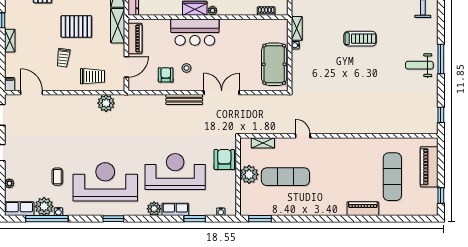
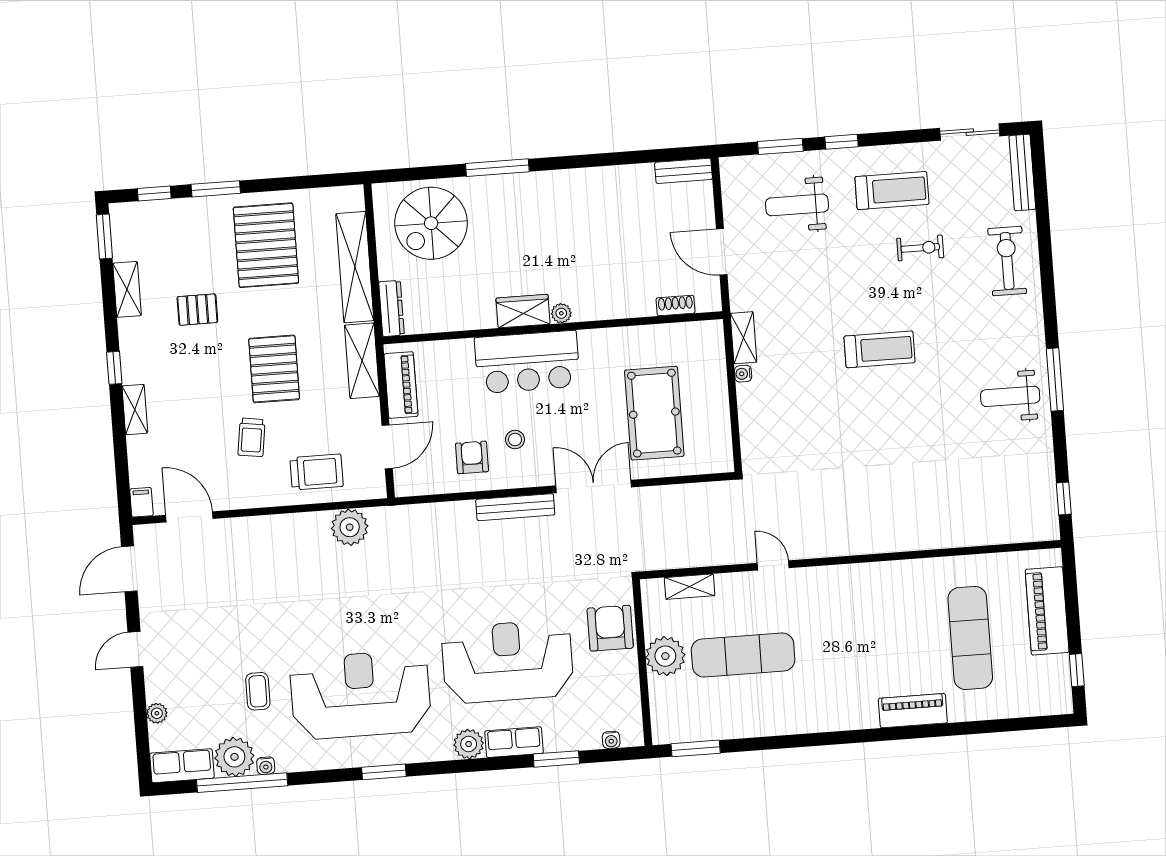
pallet: (76, 27) -> (274, 369), turned 90
pool table: (274, 64) -> (654, 413), moved

